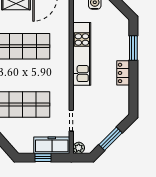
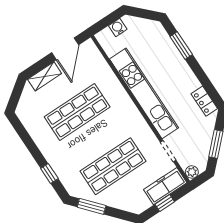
kitchen unit: (82, 54) -> (144, 93), width x1.36
locker: (123, 73) -> (204, 101), moved

